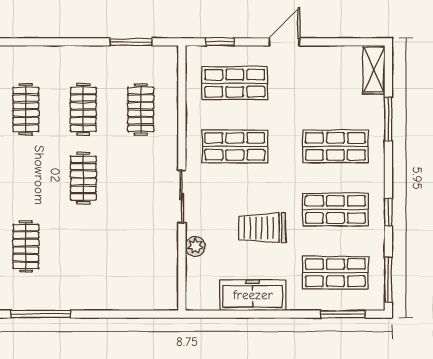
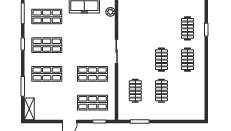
clothes rail: (26, 109) -> (188, 60), moved
trolley: (262, 228) -> (80, 37), removed
plant: (195, 246) -> (110, 12), moved

